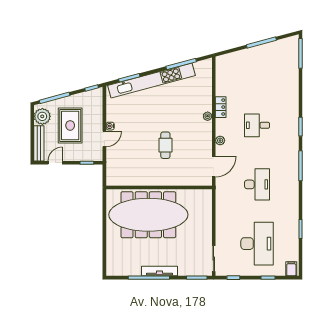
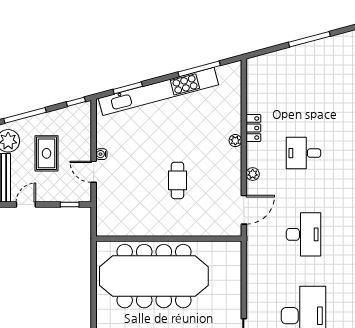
rug: (70, 125) -> (47, 153), width x0.73, depth x0.70
door: (104, 139) -> (94, 172), swing flipped

